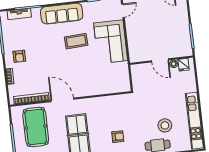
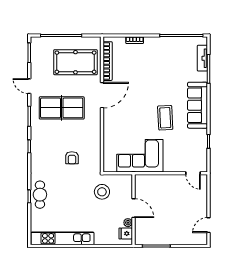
corner sofa: (111, 42) -> (140, 156), moved
armchair: (19, 56) -> (156, 53), removed
door: (160, 60) -> (133, 208), swing flipped
stool: (165, 125) -> (102, 192), moved
armchair: (118, 137) -> (72, 158), moved

